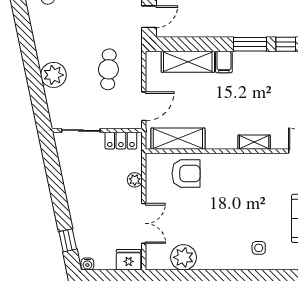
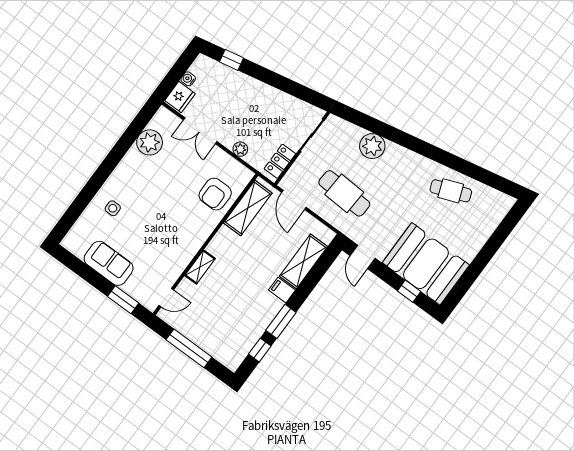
cafe table: (108, 69) -> (344, 193), width x1.37, depth x1.35
water cooler: (87, 264) -> (188, 79), moved

